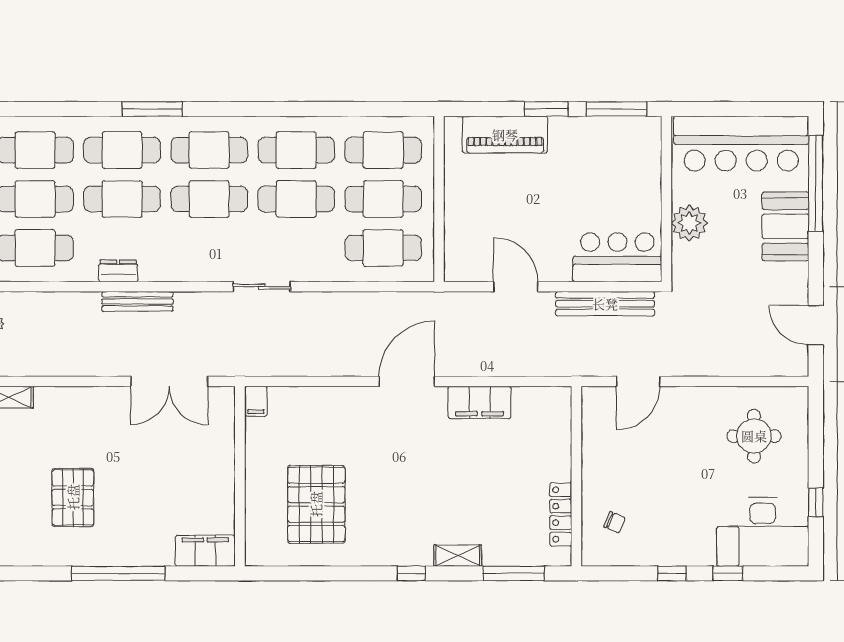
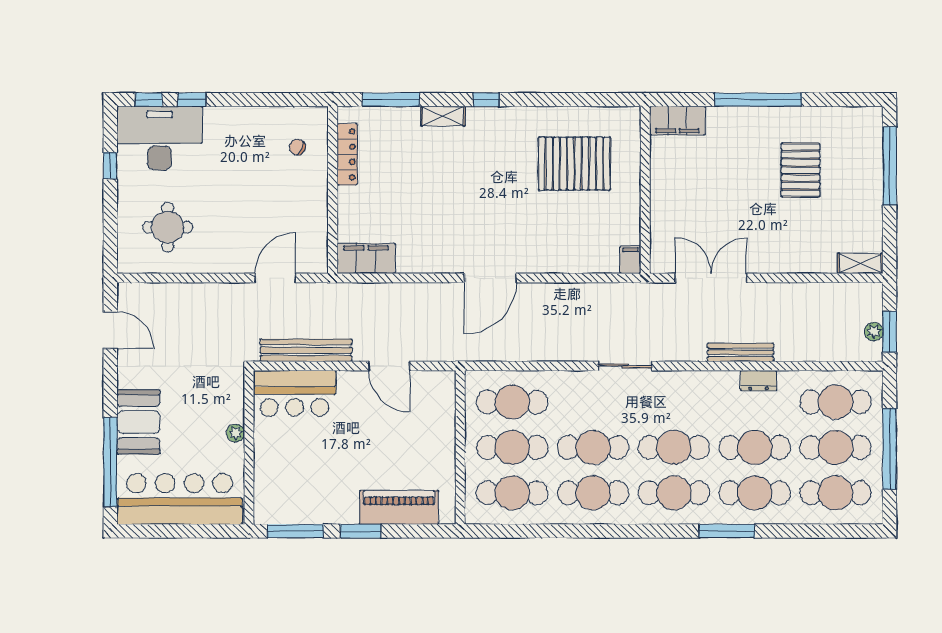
plant: (689, 223) -> (236, 433), width x0.53, depth x0.53
filing cabinet: (480, 402) -> (366, 258), moved
pallet: (316, 504) -> (574, 164), turned 90
window: (672, 573) -> (149, 100), moved

